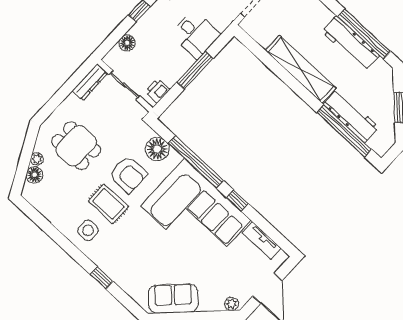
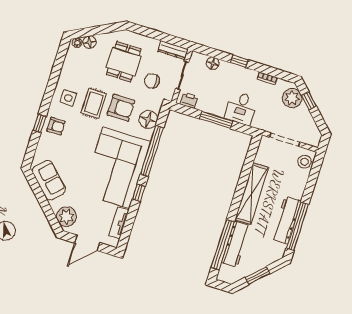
chair: (114, 124) -> (152, 81), added
plant: (37, 159) -> (77, 43), moved
armchair: (128, 174) -> (121, 108), turned -90
armchair: (114, 260) -> (56, 126), added
plant: (232, 304) -> (66, 217), width x1.88, depth x1.88

